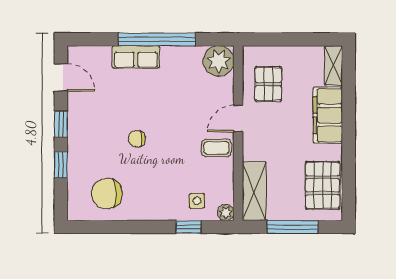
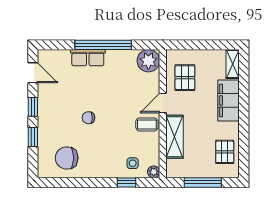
pallet: (323, 185) -> (225, 152), width x0.67, depth x0.71
shelving: (254, 191) -> (174, 137), moved

